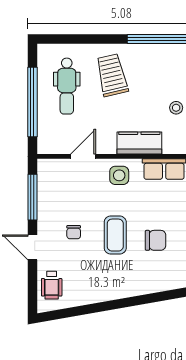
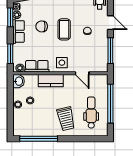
door: (83, 156) -> (82, 73), hinge flipped

